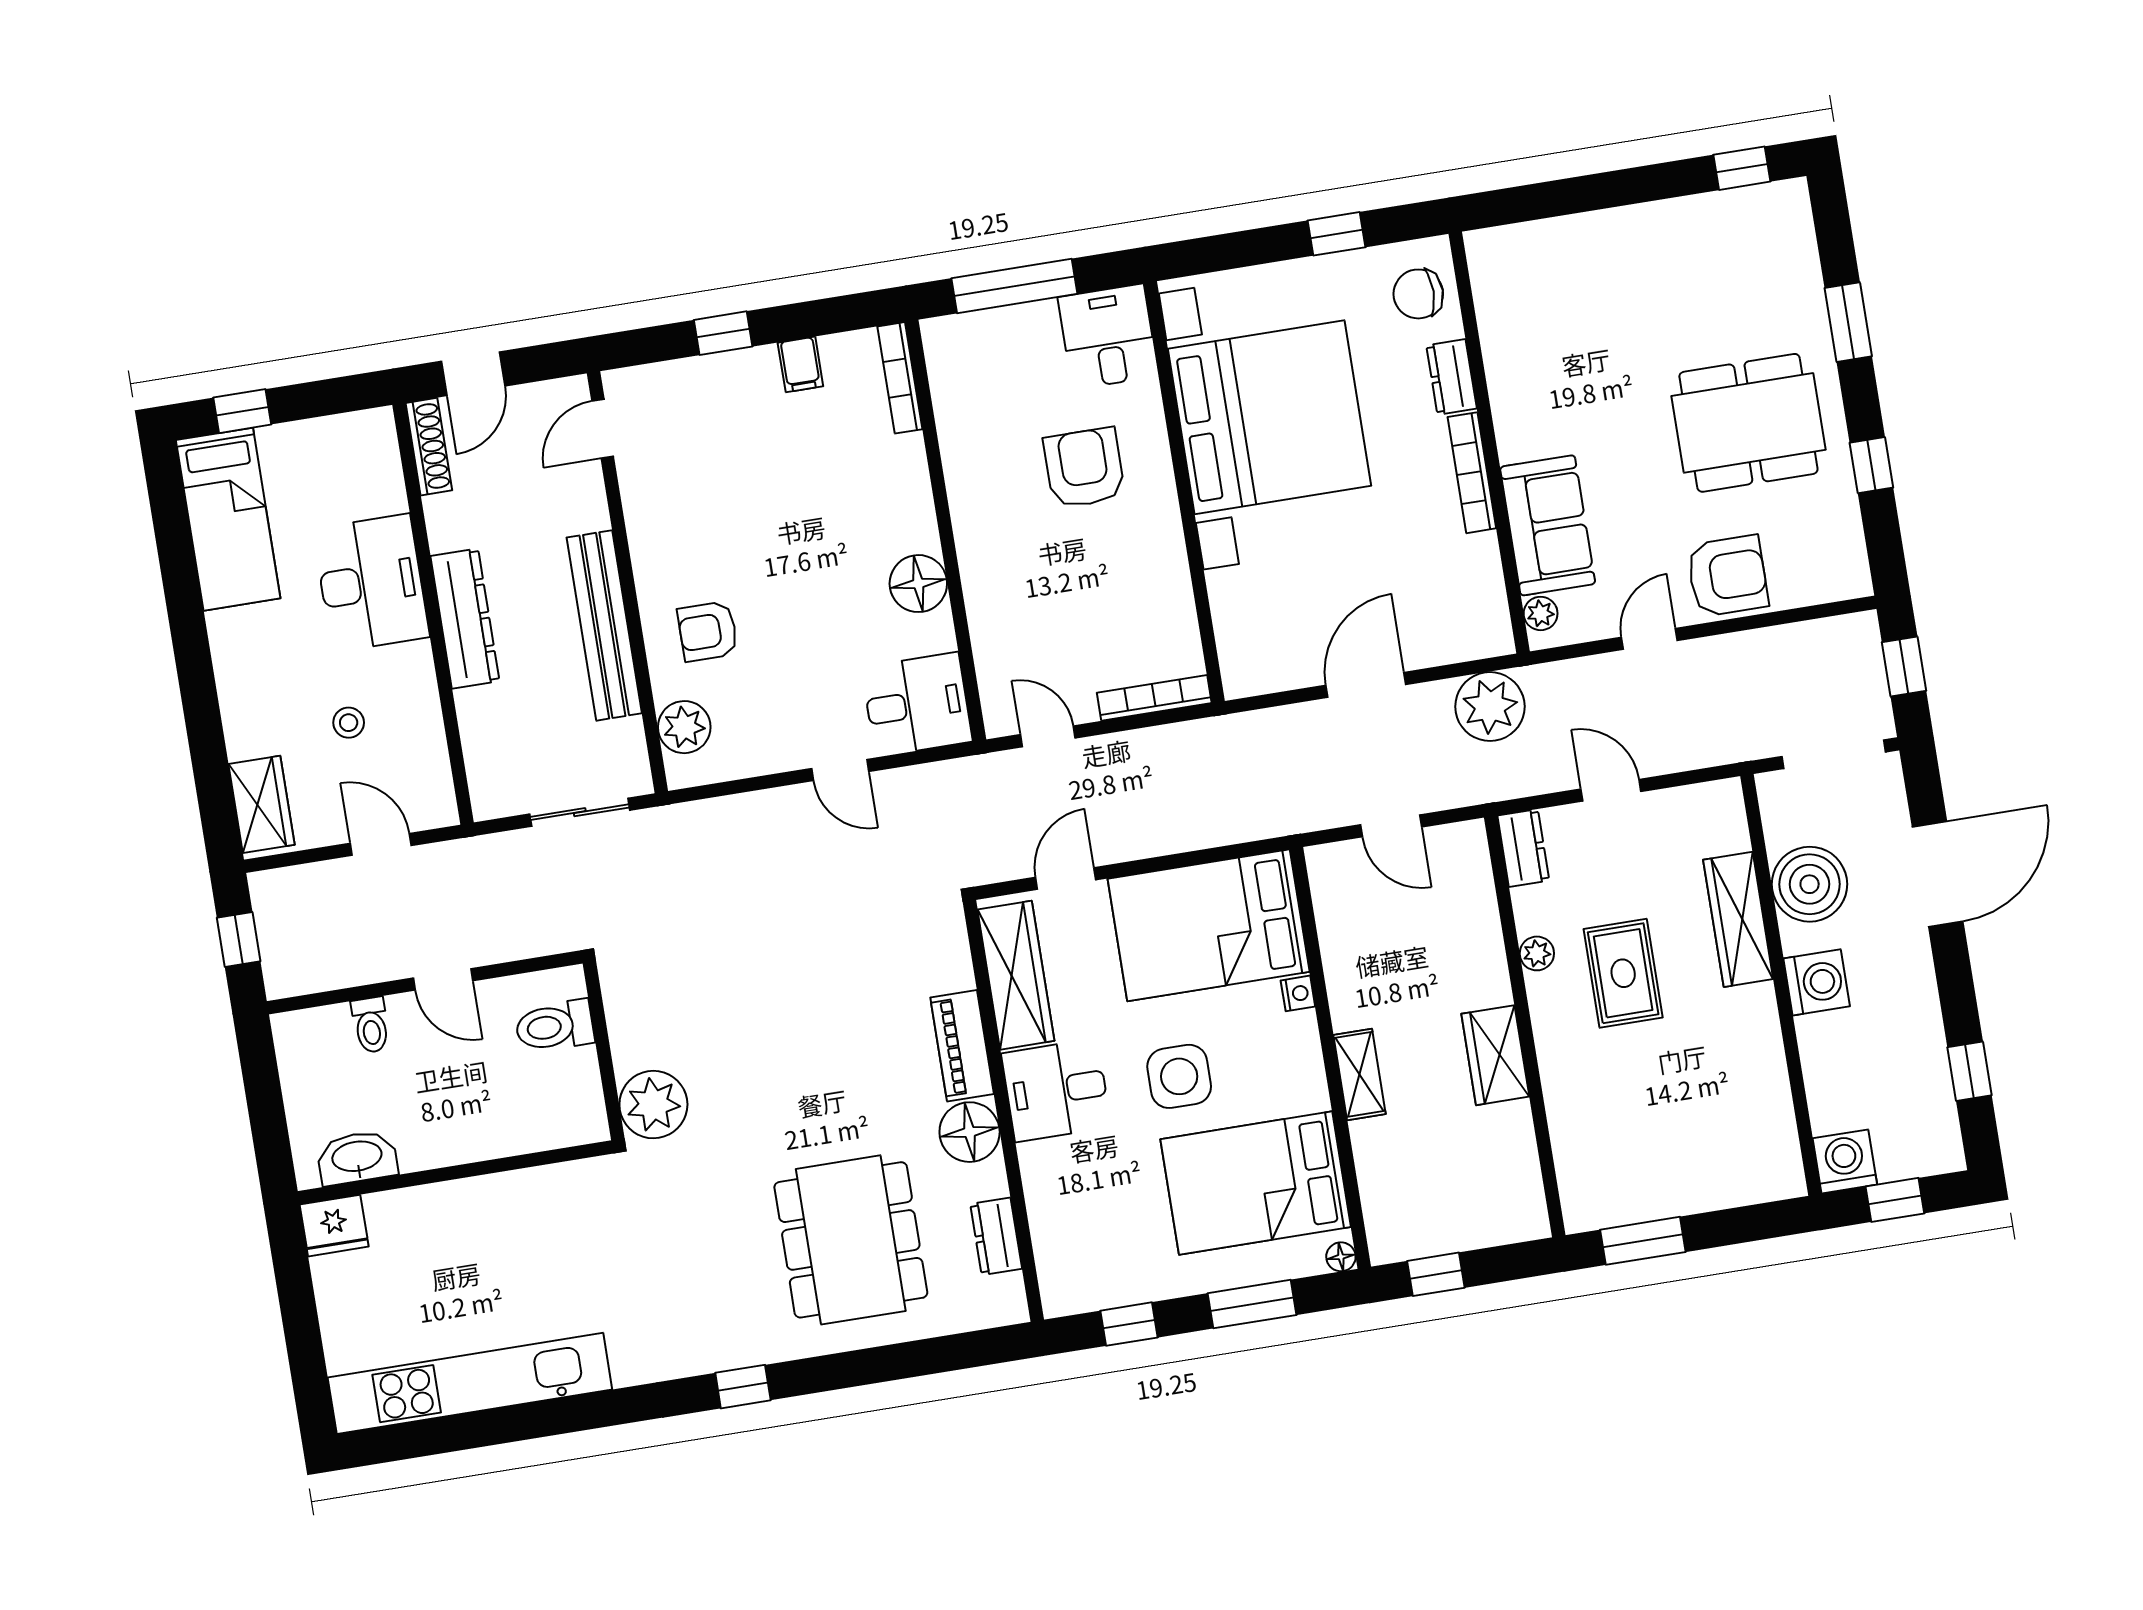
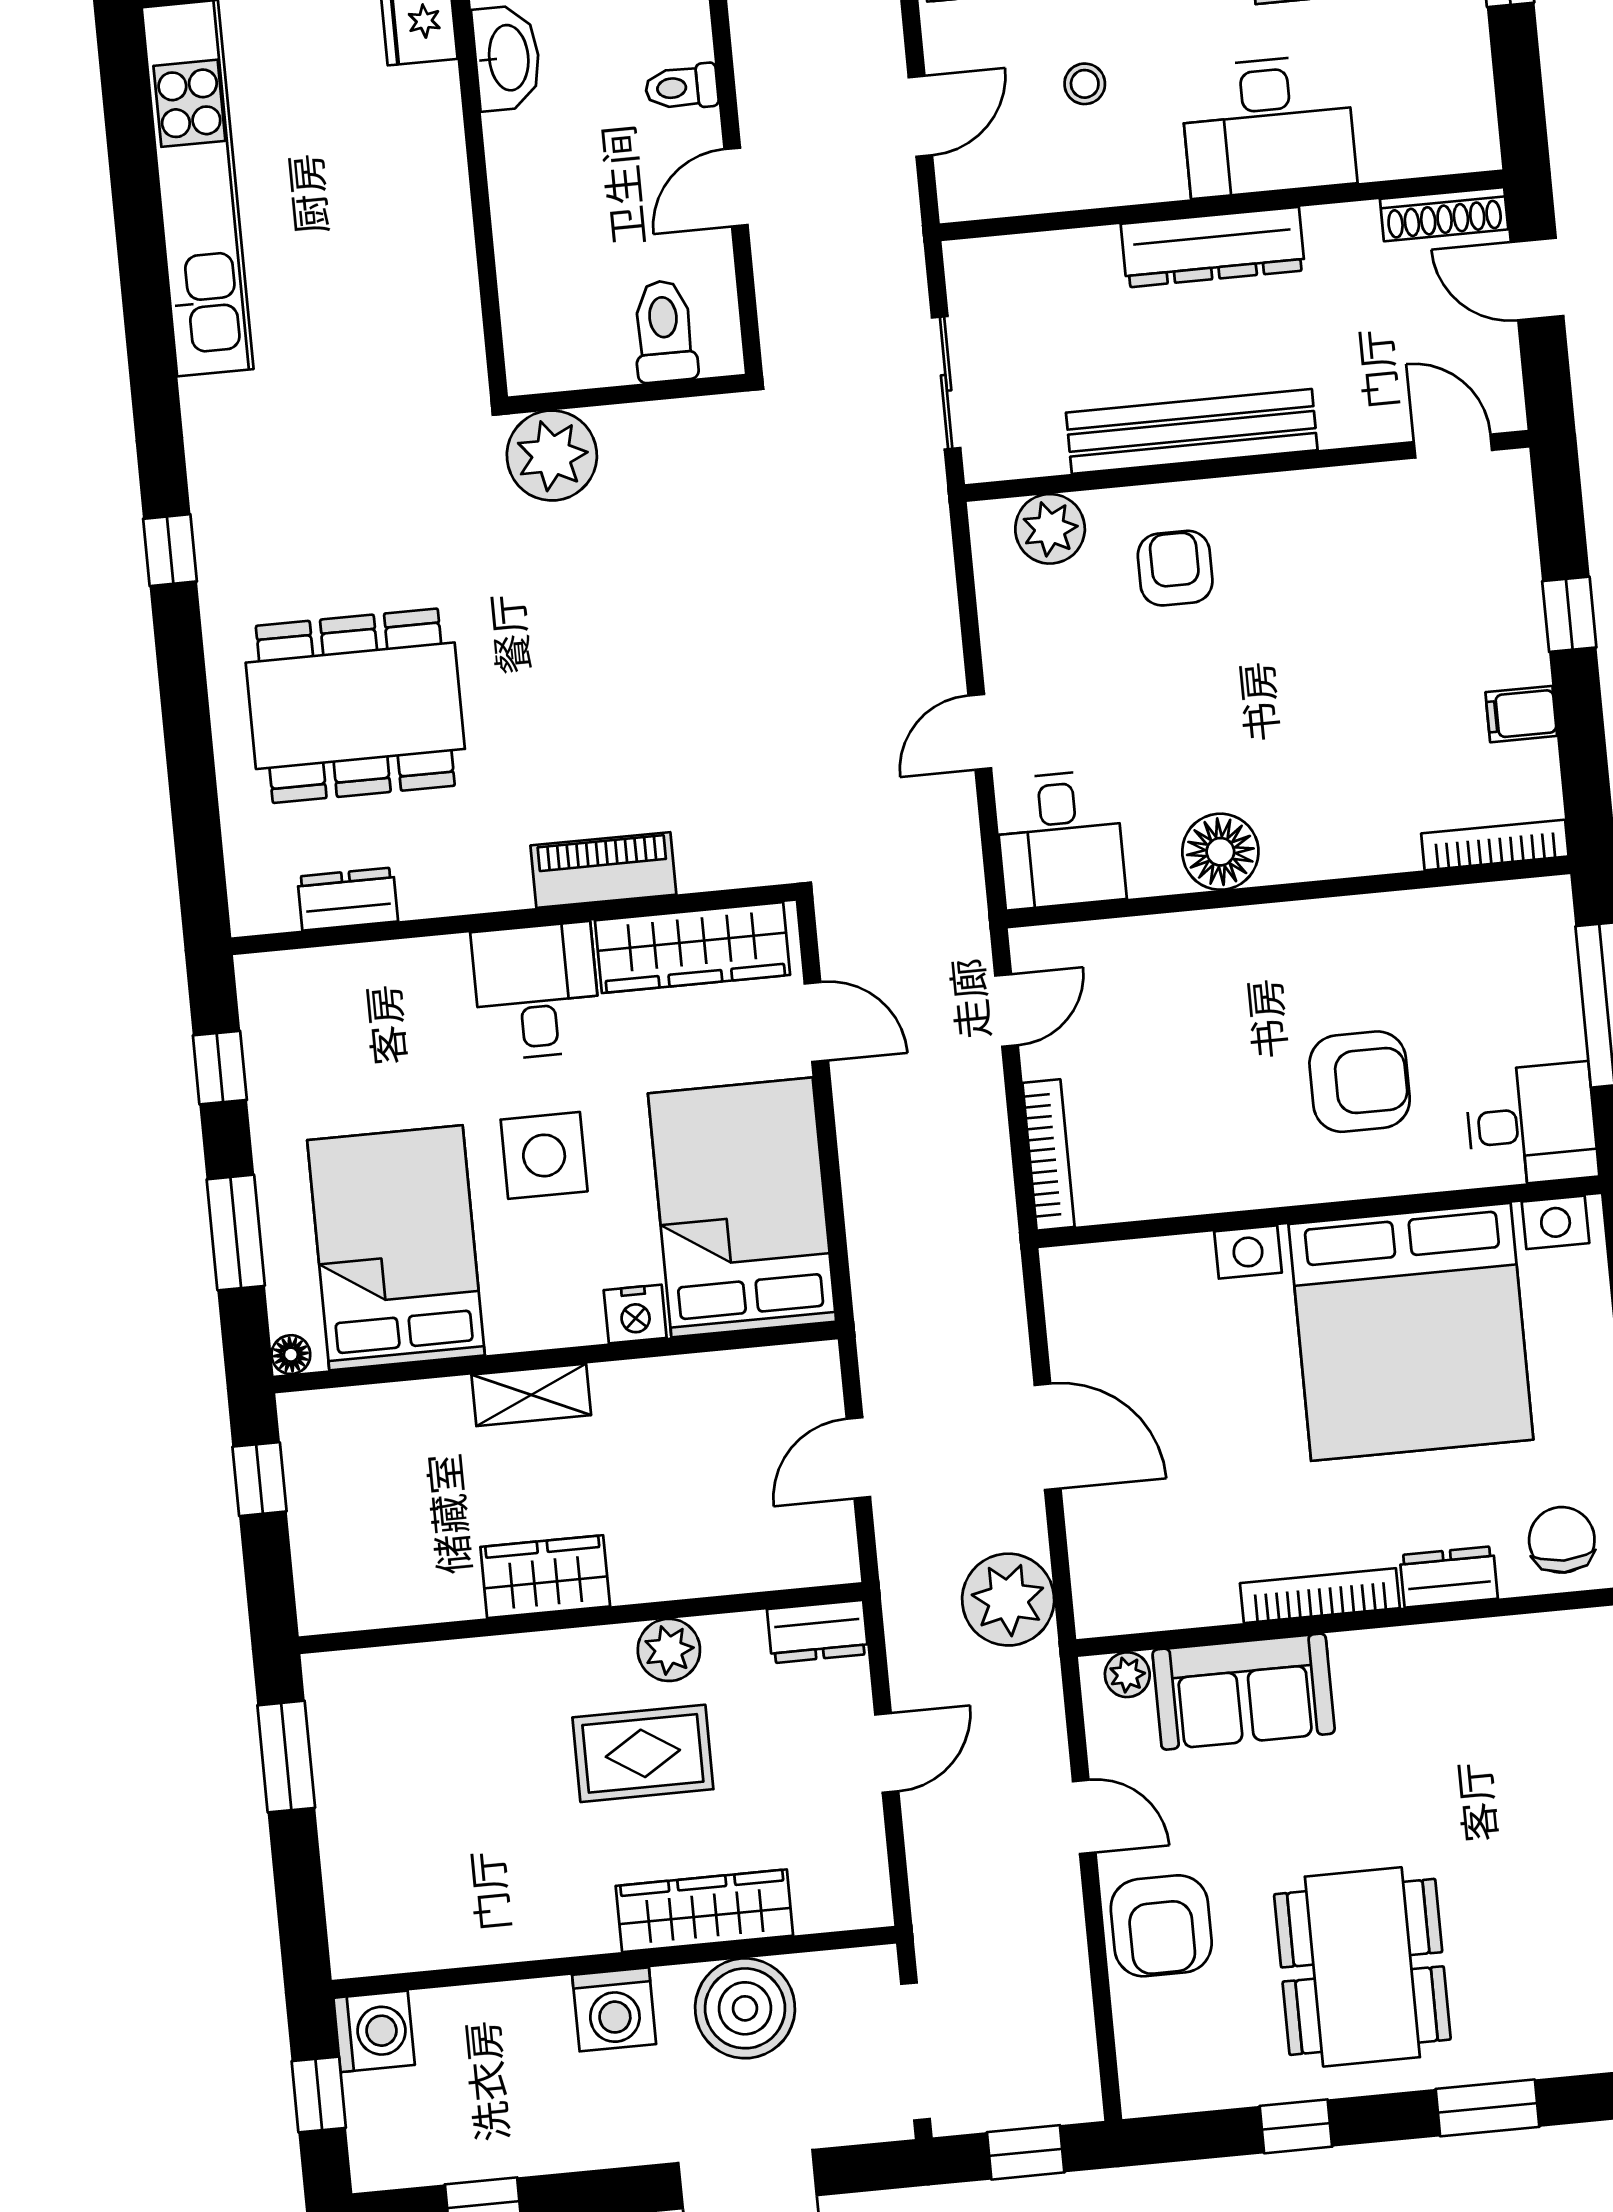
plant: (1537, 953) -> (669, 1650), width x1.38, depth x1.38
nightstand: (1298, 993) -> (635, 1314), width x1.39, depth x1.35
floor lamp: (970, 1132) -> (488, 873), removed

